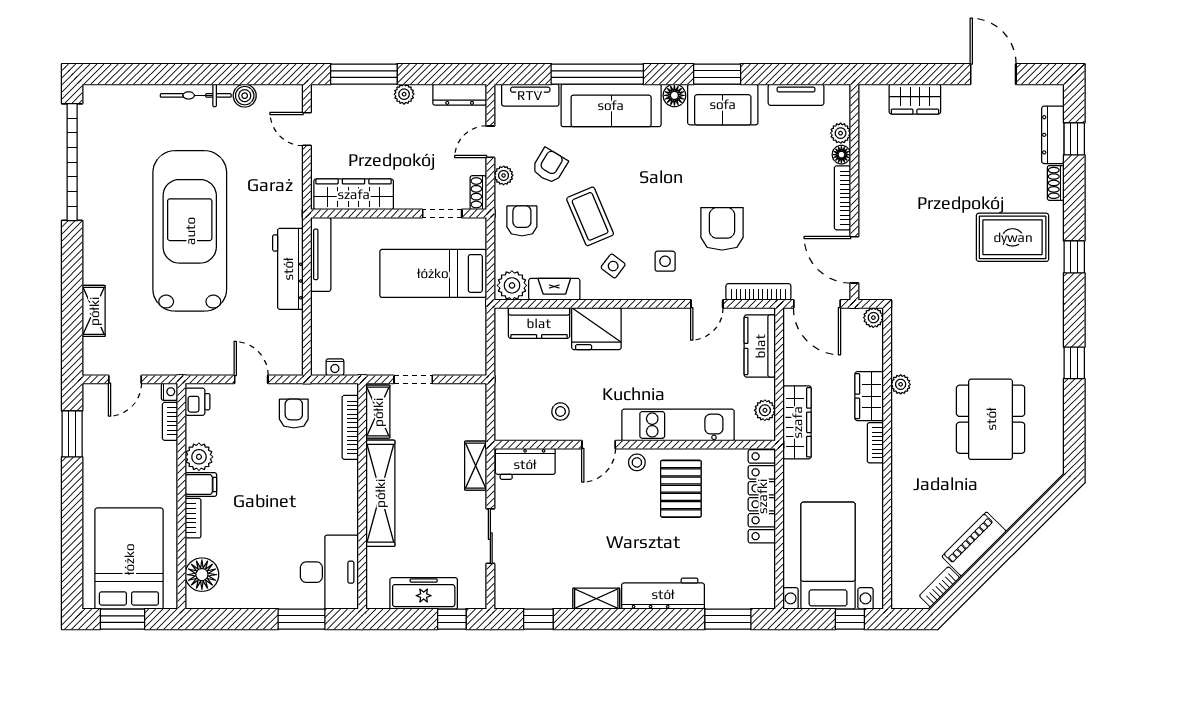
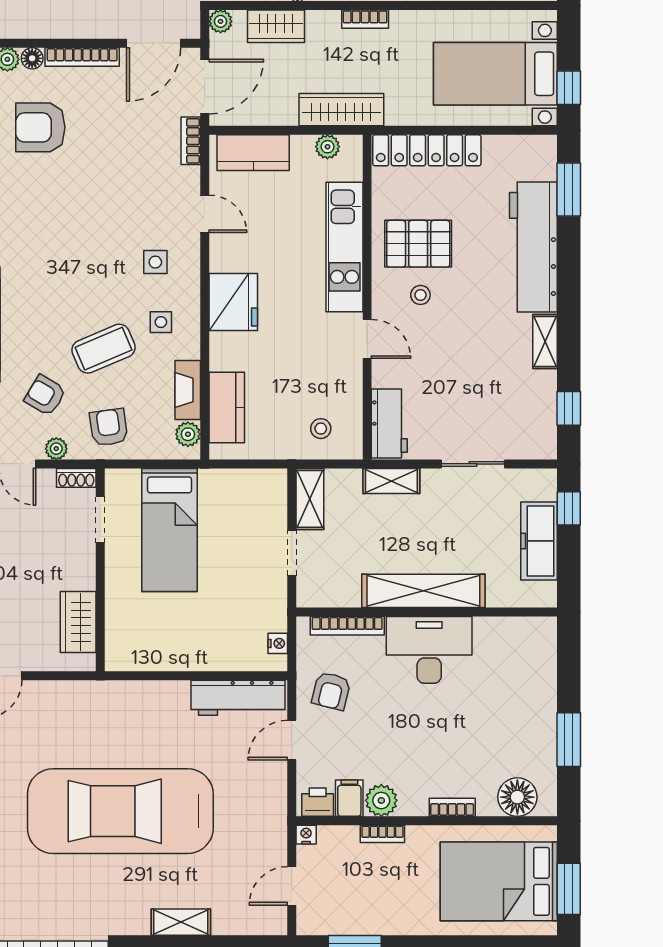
wardrobe: (354, 194) -> (78, 622), width x0.67
armchair: (522, 221) -> (109, 427), turned 82
armchair: (722, 229) -> (40, 127), moved
tv unit: (321, 254) -> (147, 660), removed
side table: (613, 266) -> (161, 322), turned -37
workbench: (288, 269) -> (238, 698), moved
plant: (512, 285) -> (188, 434), width x0.73, depth x0.73
bookcase: (758, 292) -> (191, 141), width x0.64
shelving: (94, 311) -> (181, 922), moved
fridge: (596, 329) -> (233, 302), moved
door: (125, 379) -> (292, 886), swing flipped
wardrobe: (869, 396) -> (276, 26), moved
stool: (560, 411) -> (321, 429), moved
shelving: (378, 412) -> (310, 499), moved, turned 90
armchair: (294, 413) -> (331, 691), turned -76
bookcase: (170, 421) -> (382, 834), moved
stool: (637, 462) -> (420, 295), moved
filing cabinet: (201, 484) -> (349, 798), moved
desk: (329, 572) -> (429, 650), moved
workbench: (663, 594) -> (533, 247), width x1.36, depth x1.32
window: (301, 619) -> (569, 740), moved
window: (850, 619) -> (569, 88), moved

